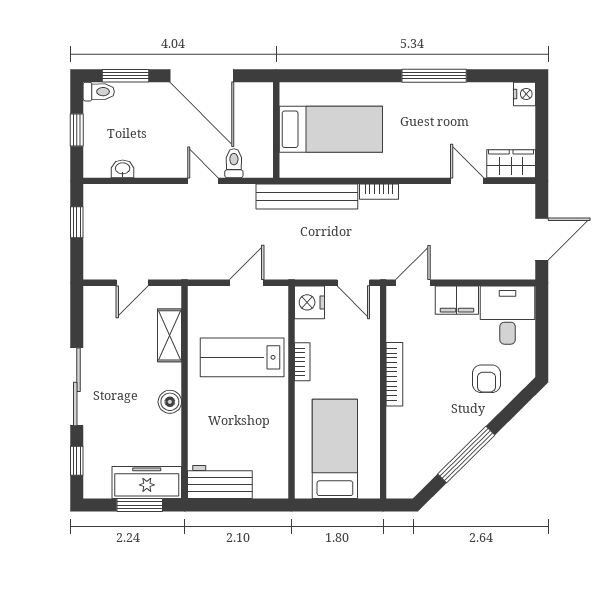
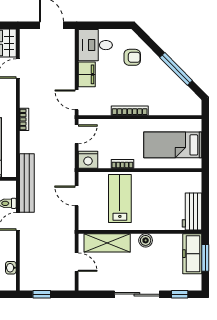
bench: (307, 197) -> (27, 183), moved
shelving: (170, 335) -> (107, 243), width x1.50, depth x1.33
lab bench: (242, 357) -> (120, 199), turned 180

